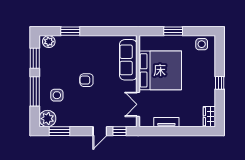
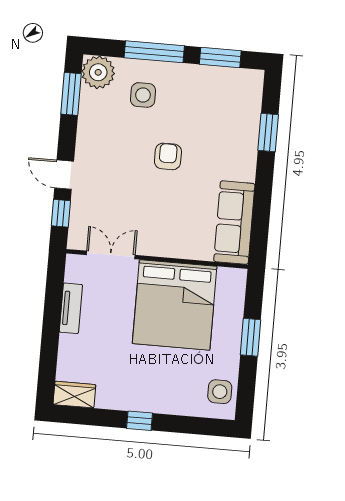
plant: (49, 42) -> (251, 88), removed
sofa: (128, 60) -> (234, 223), moved, turned -90

